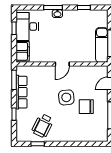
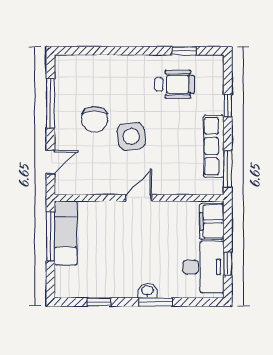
chair: (86, 107) -> (94, 119), turned 90
wheelchair: (43, 126) -> (175, 84), turned 64

